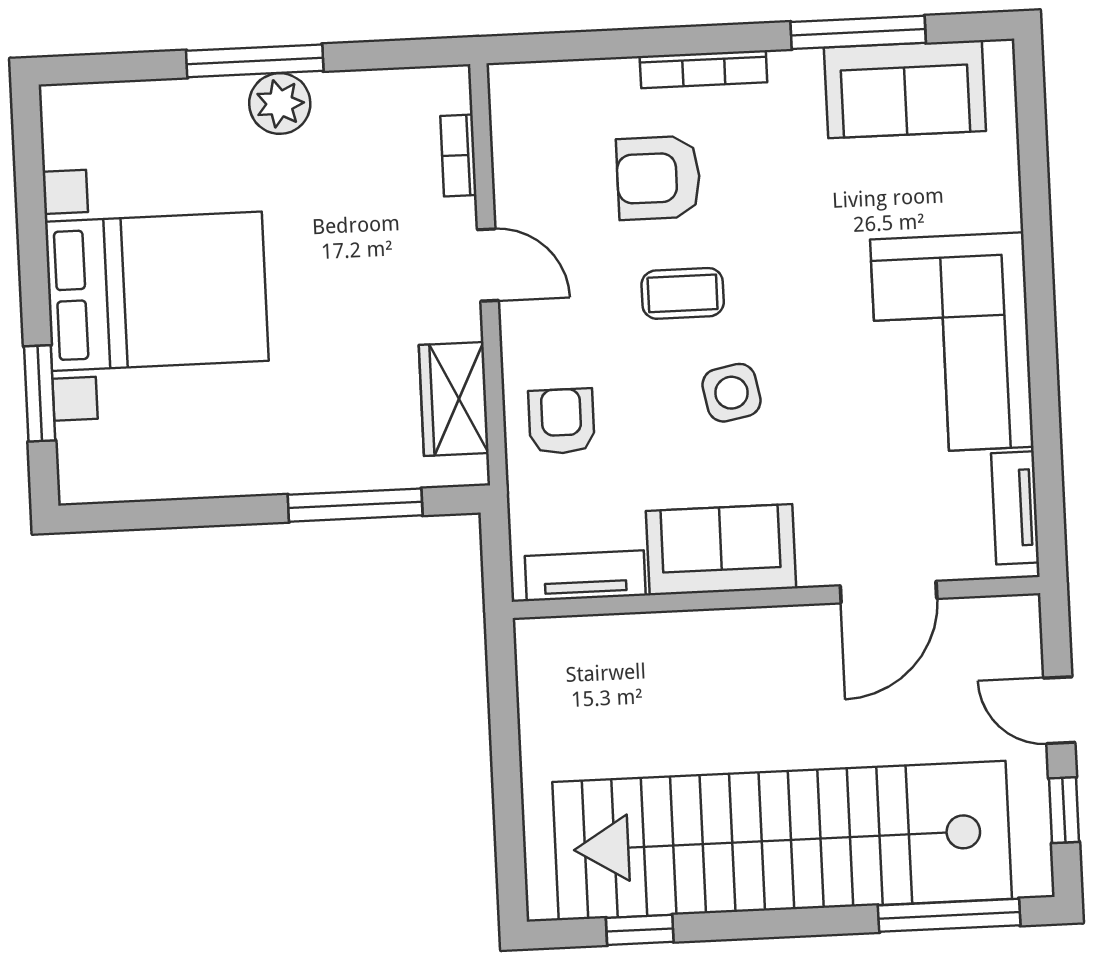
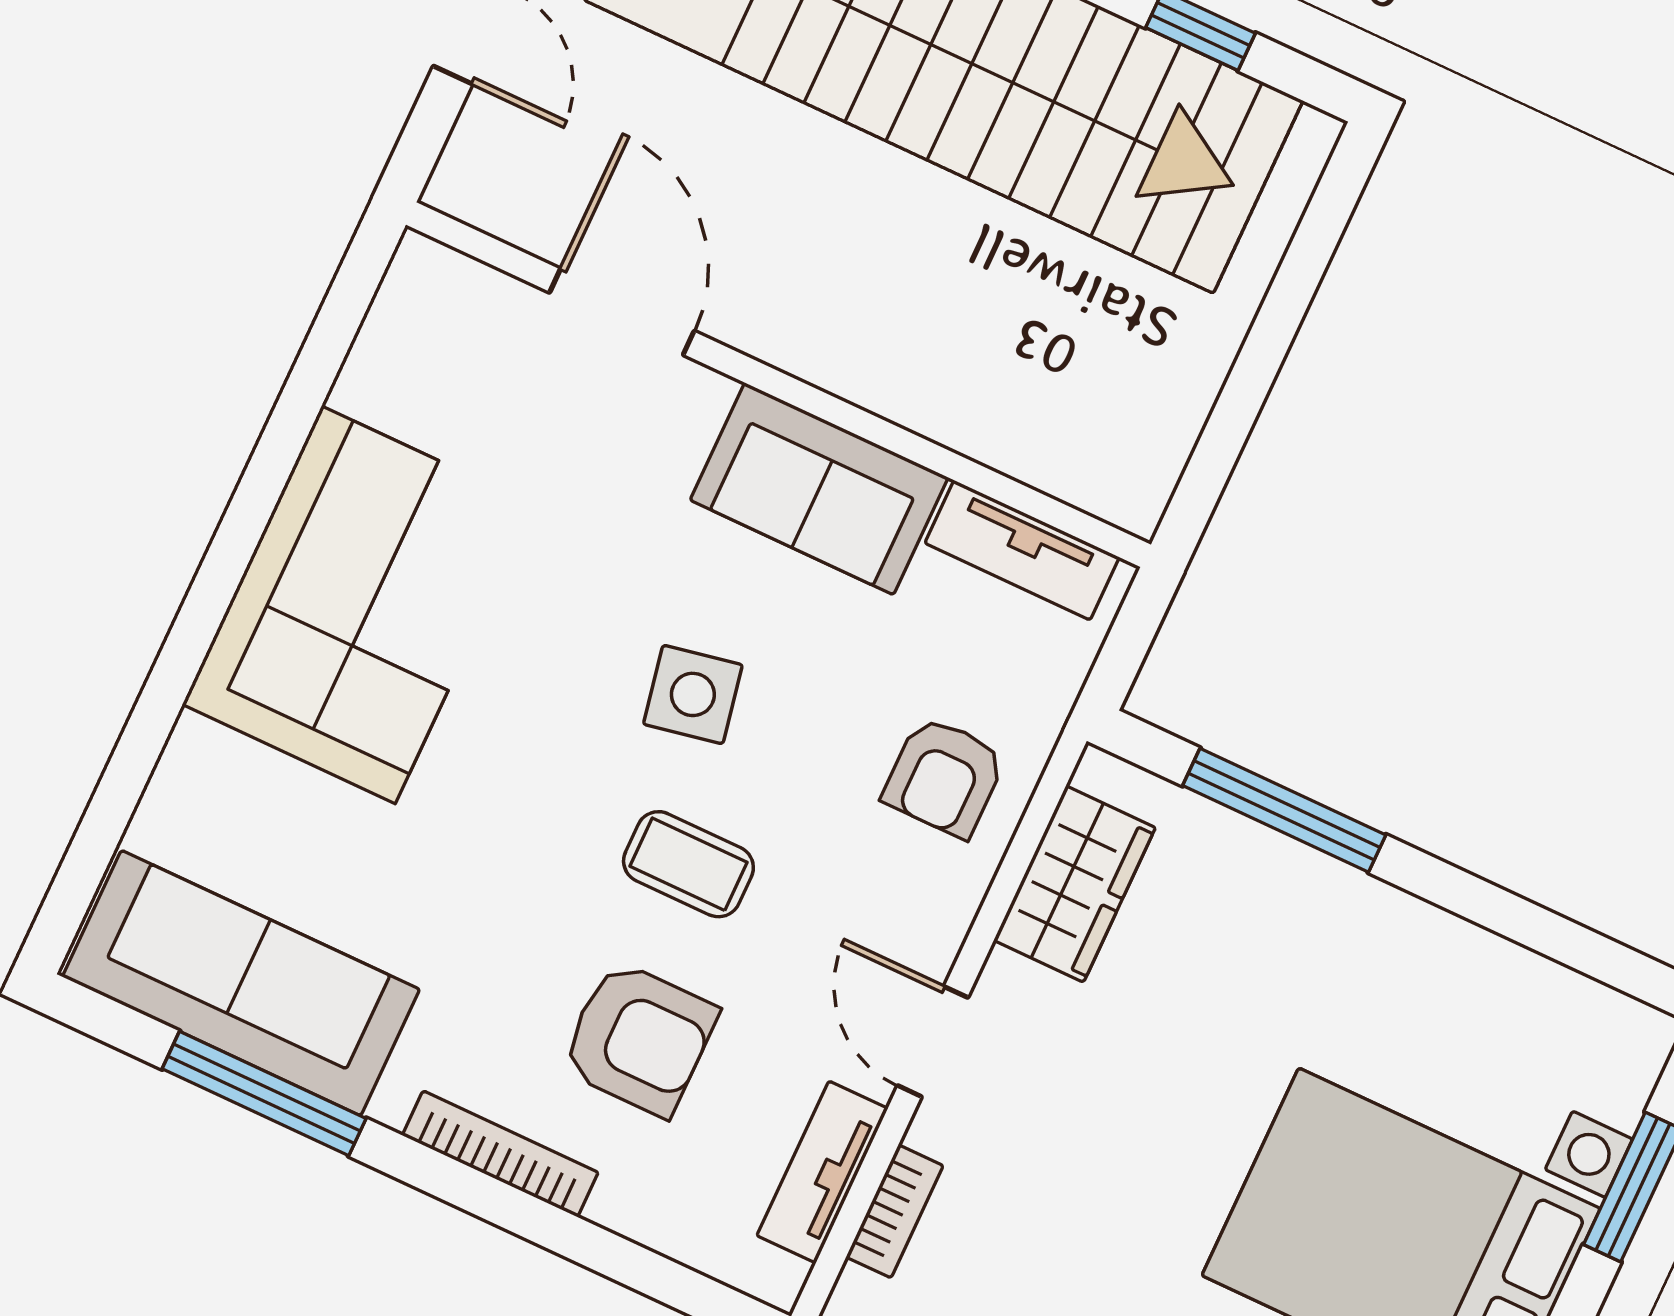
sofa: (905, 89) -> (241, 983), width x1.36
tv unit: (1015, 508) -> (822, 1172), moved, turned 180
door: (888, 592) -> (622, 312), hinge flipped

